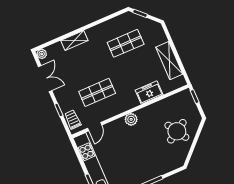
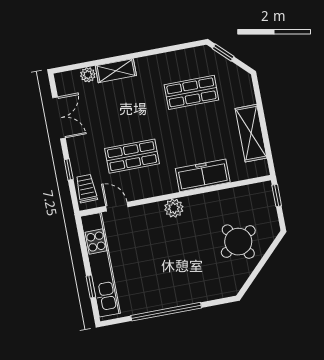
plant: (42, 54) -> (88, 75), moved
freezer: (149, 93) -> (203, 175), width x1.40
door: (95, 127) -> (117, 207), swing flipped

